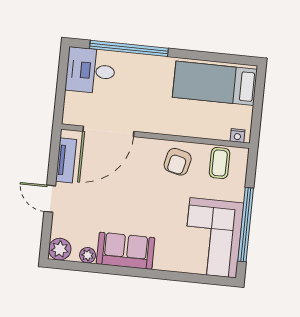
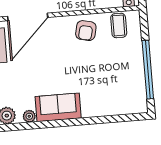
corner sofa: (213, 238) -> (124, 85), removed

